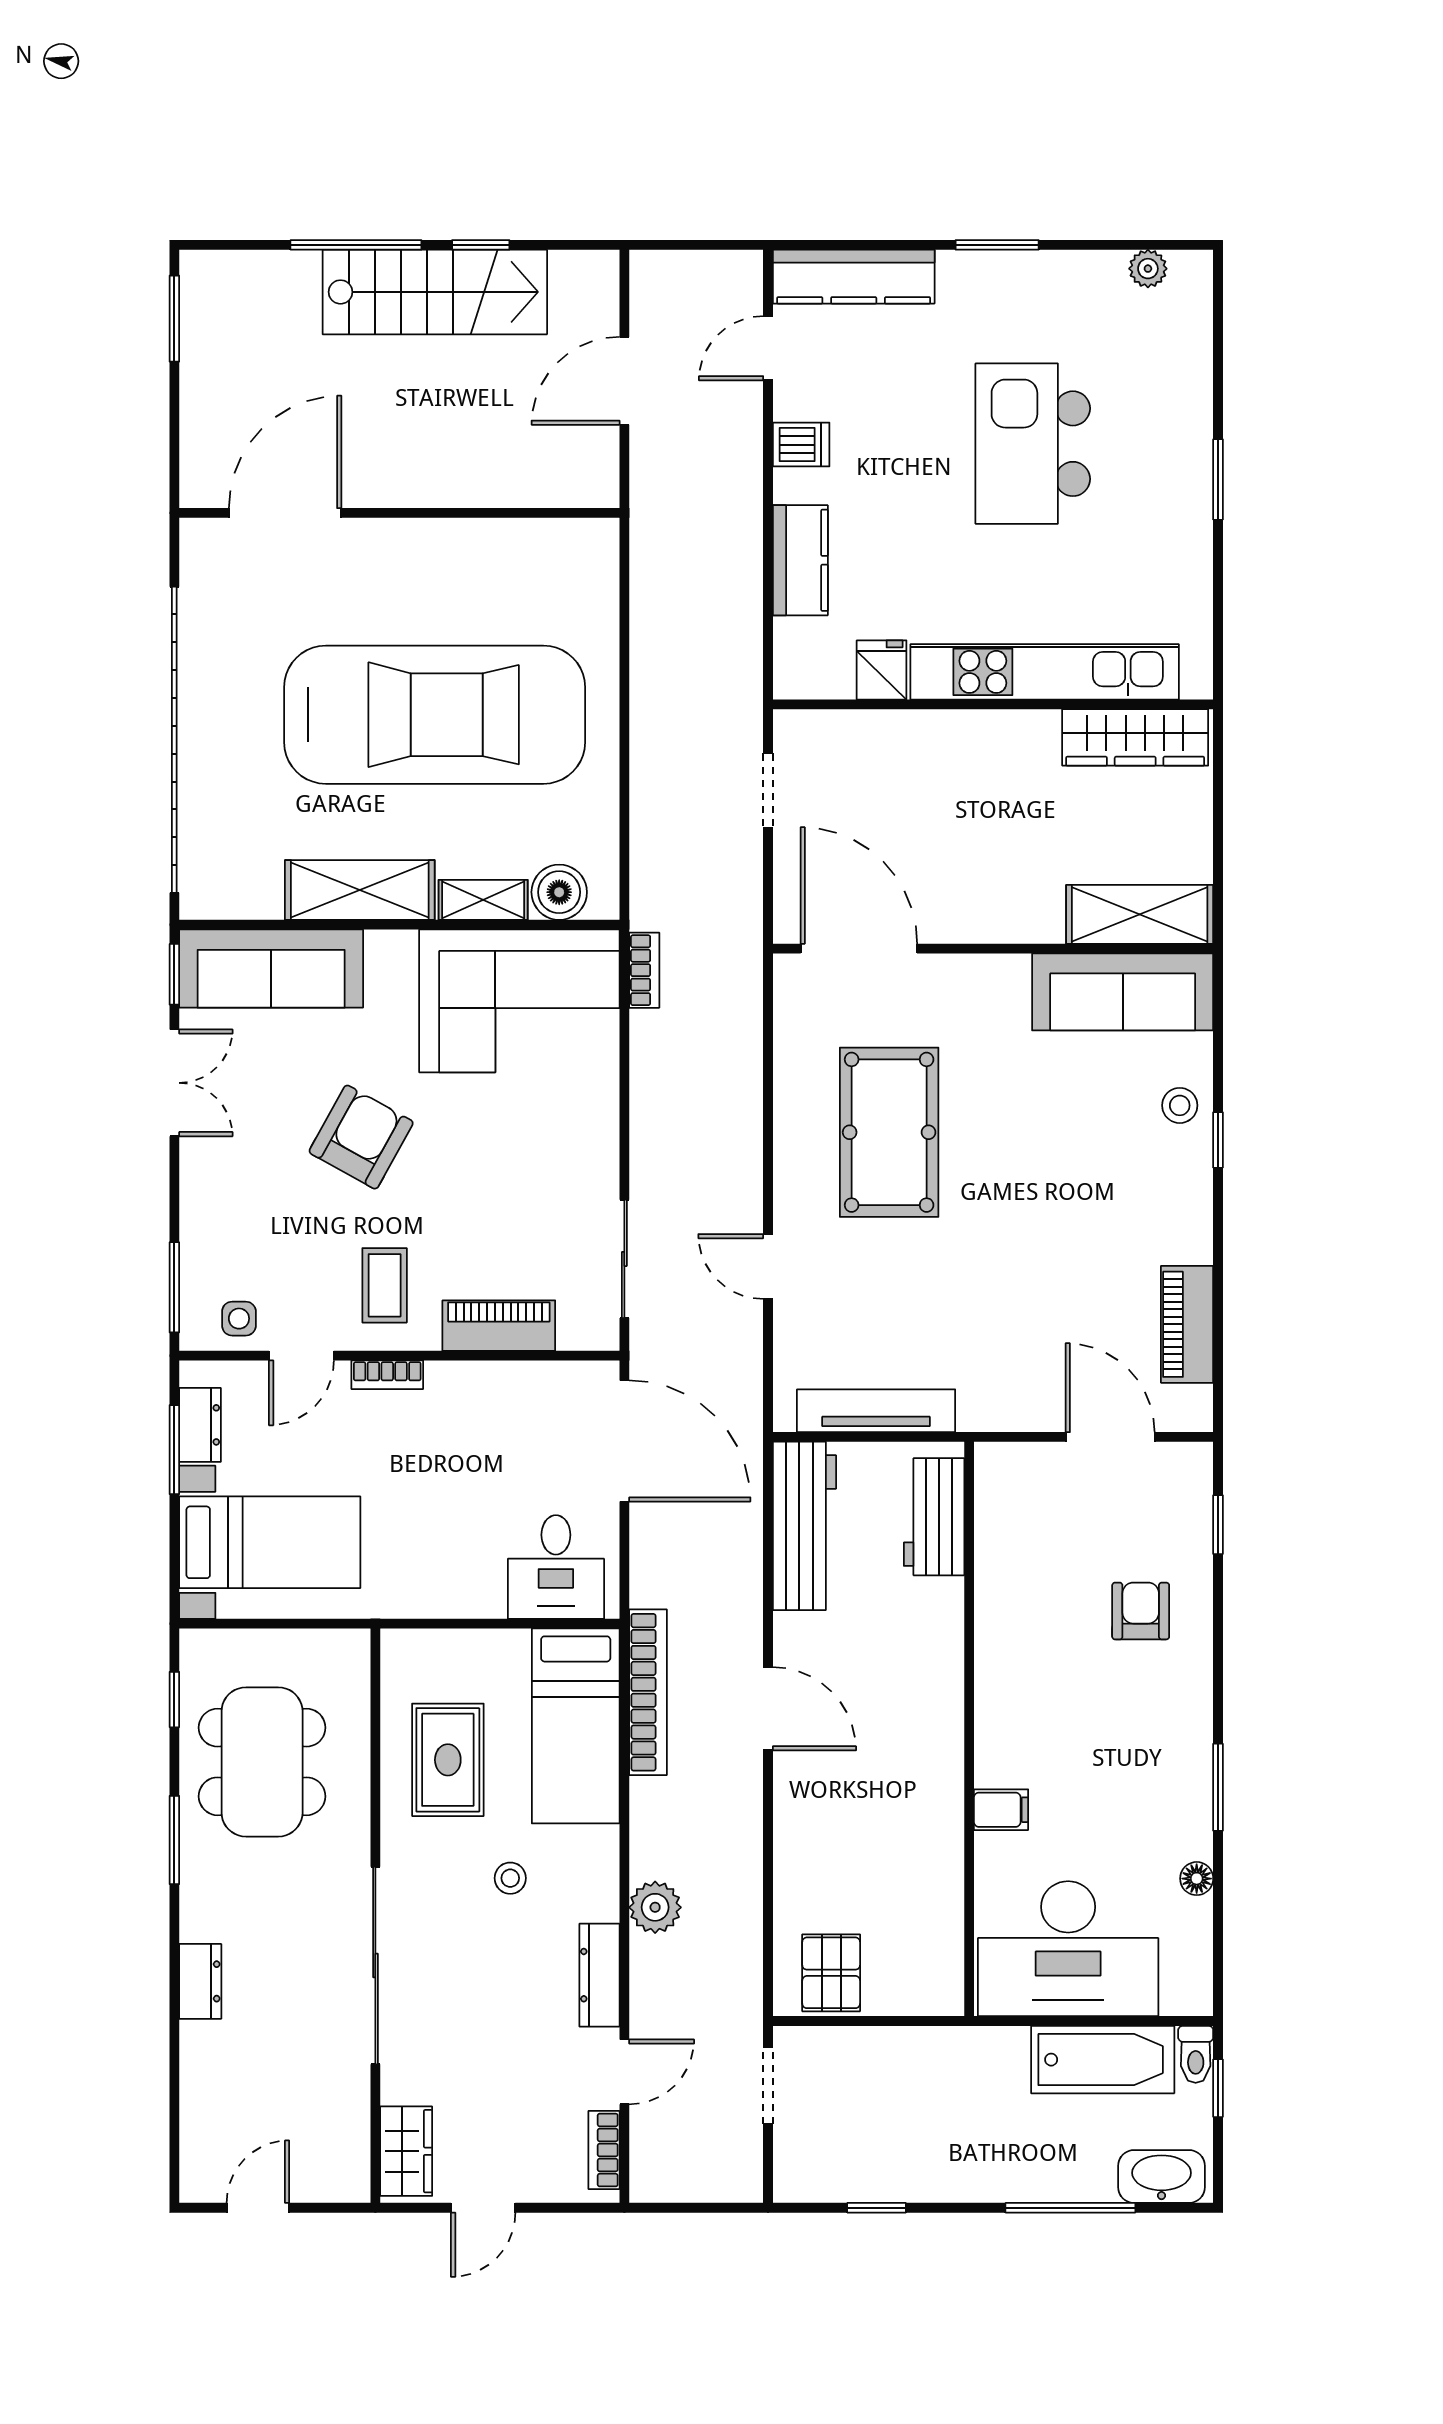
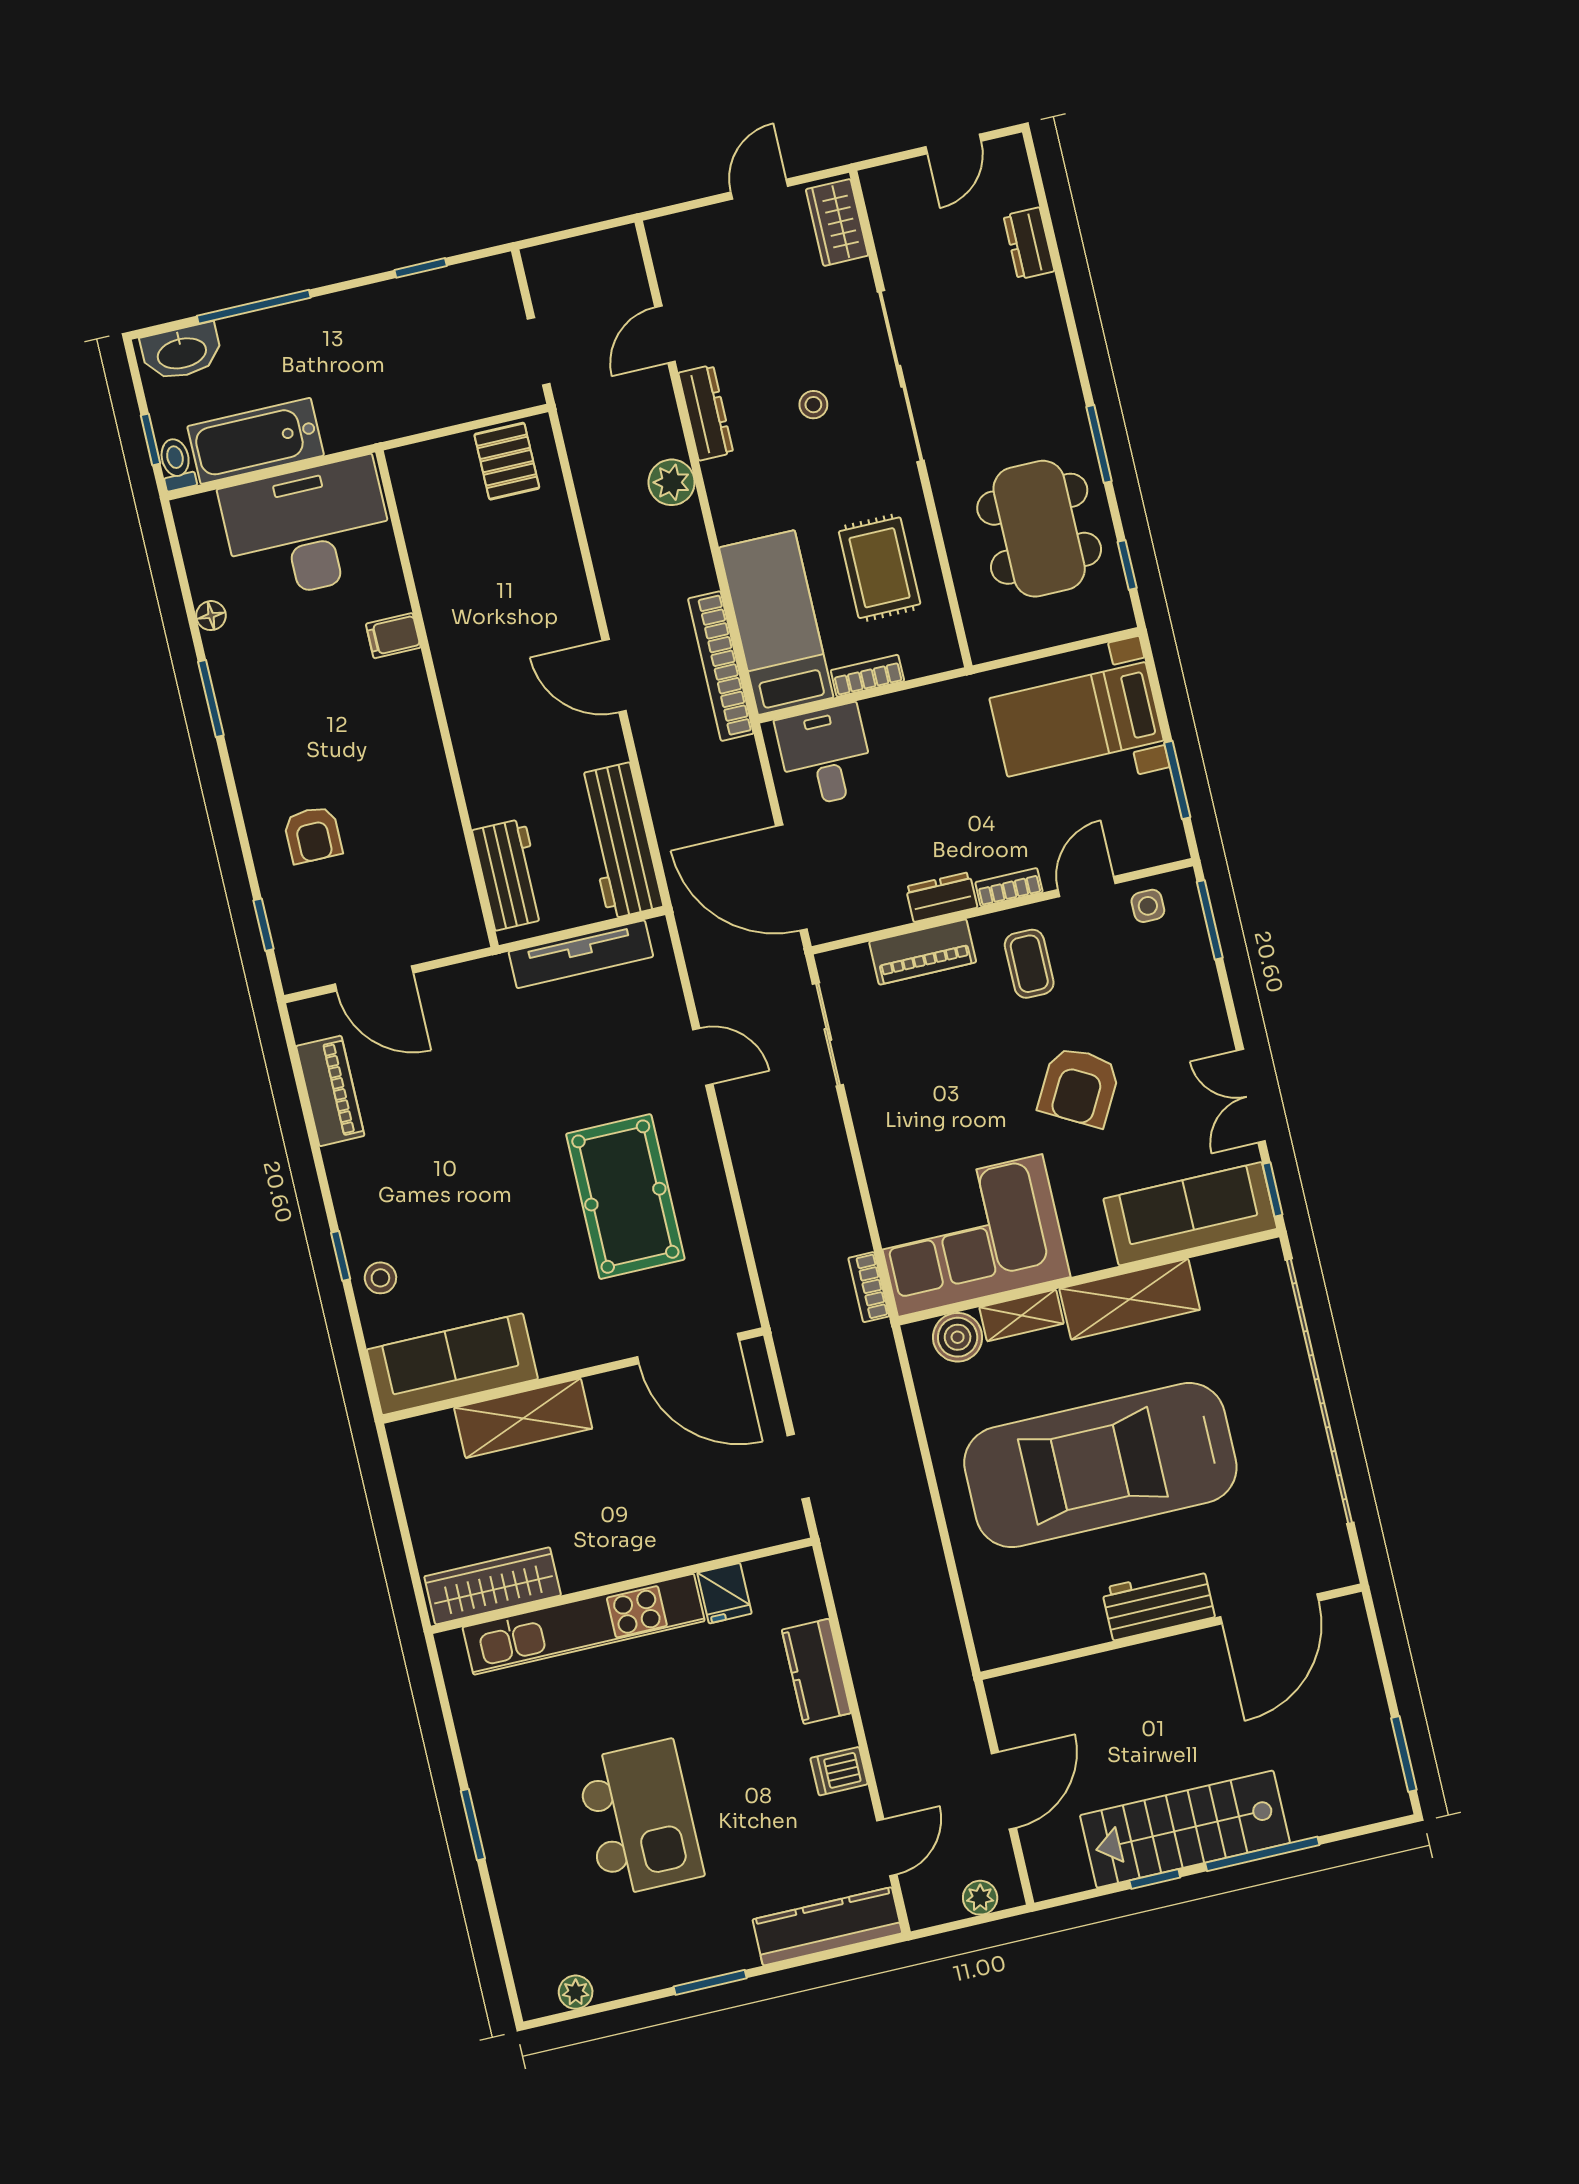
plant: (678, 269) -> (980, 1898), added
workbench: (406, 548) -> (1158, 1603), added
shelving: (1140, 914) -> (523, 1418), moved
dresser: (200, 1425) -> (942, 897), moved, turned 90
stool: (510, 1878) -> (813, 405), moved
dresser: (200, 1981) -> (1029, 243), moved
bookcase: (604, 2150) -> (867, 676), moved, turned -90

